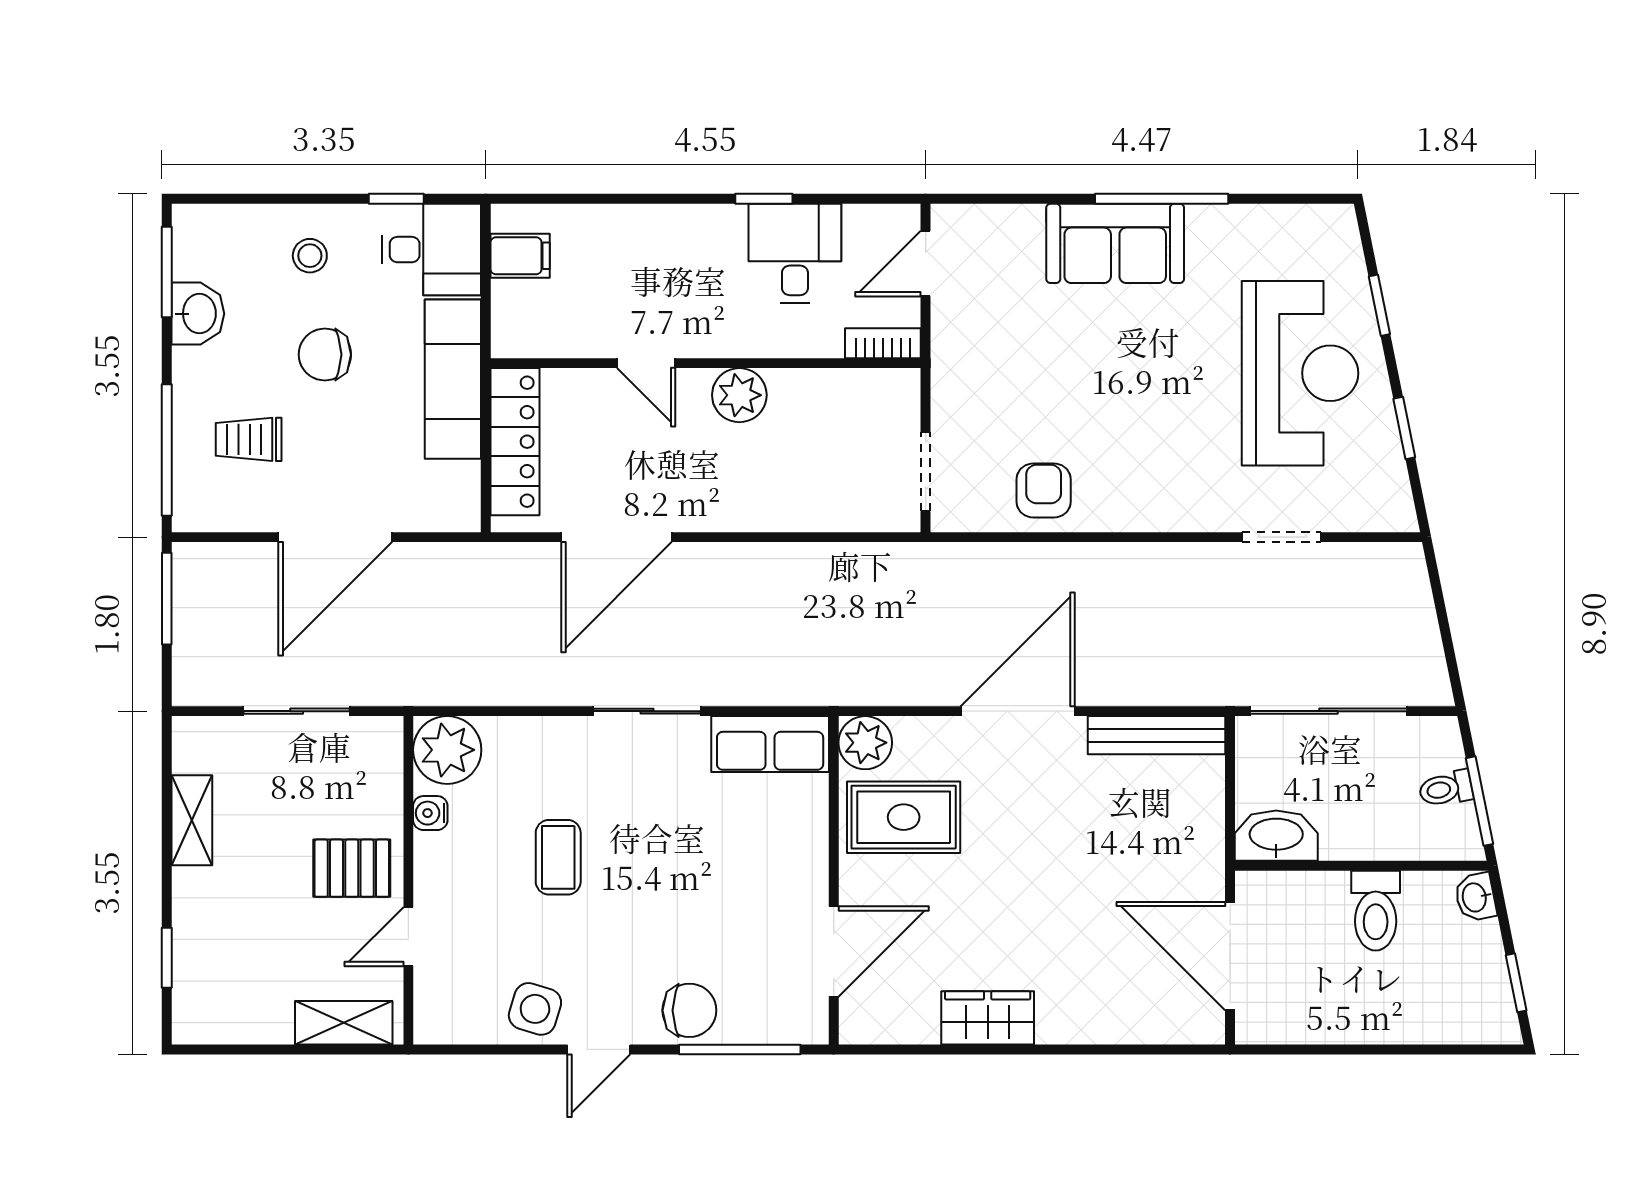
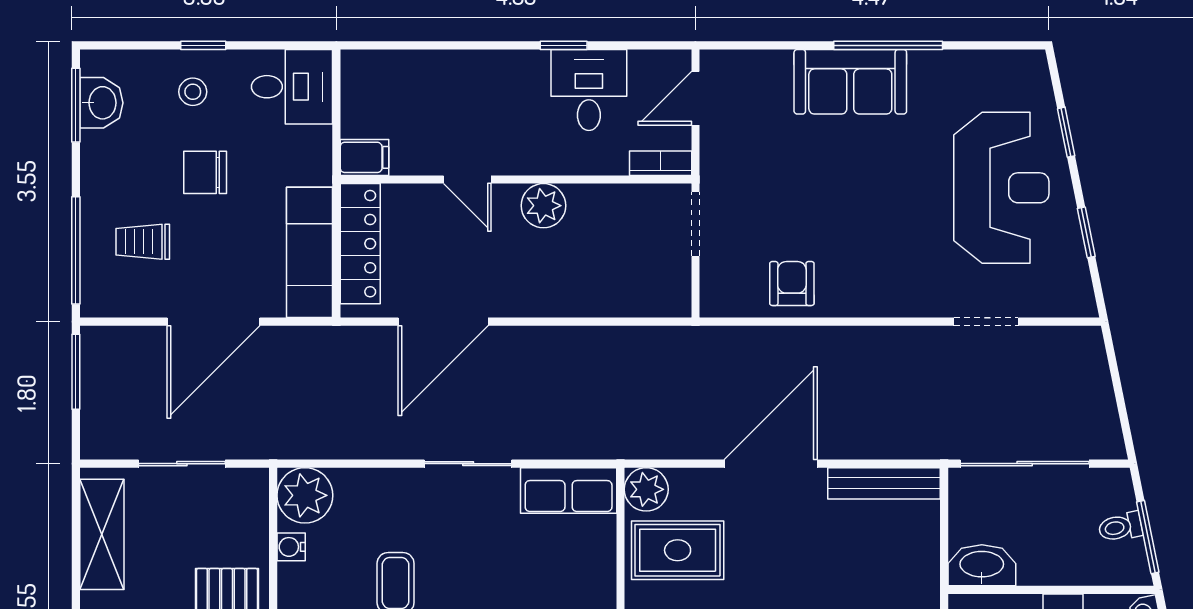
window: (396, 199) -> (203, 45), moved
filing cabinet: (520, 256) -> (364, 157), moved
washbasin: (198, 314) -> (101, 103), moved
exam couch: (453, 379) -> (310, 252), moved
doorway: (926, 472) -> (695, 224), moved
shelving: (192, 820) -> (102, 534), width x1.50, depth x1.33

